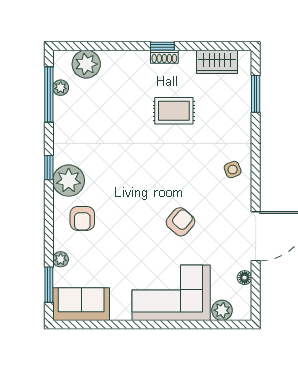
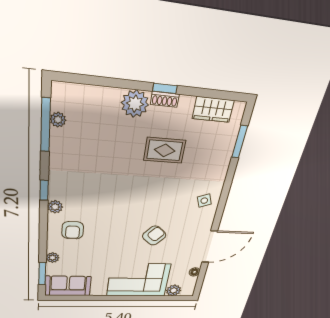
plant: (86, 64) -> (135, 104), moved
plant: (69, 181) -> (55, 207), width x0.53, depth x0.53

